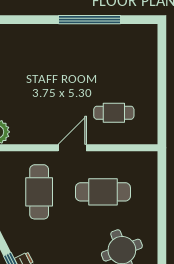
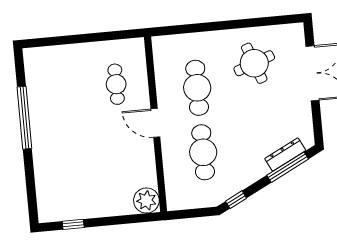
cafe table: (39, 192) -> (203, 152), turned 90

